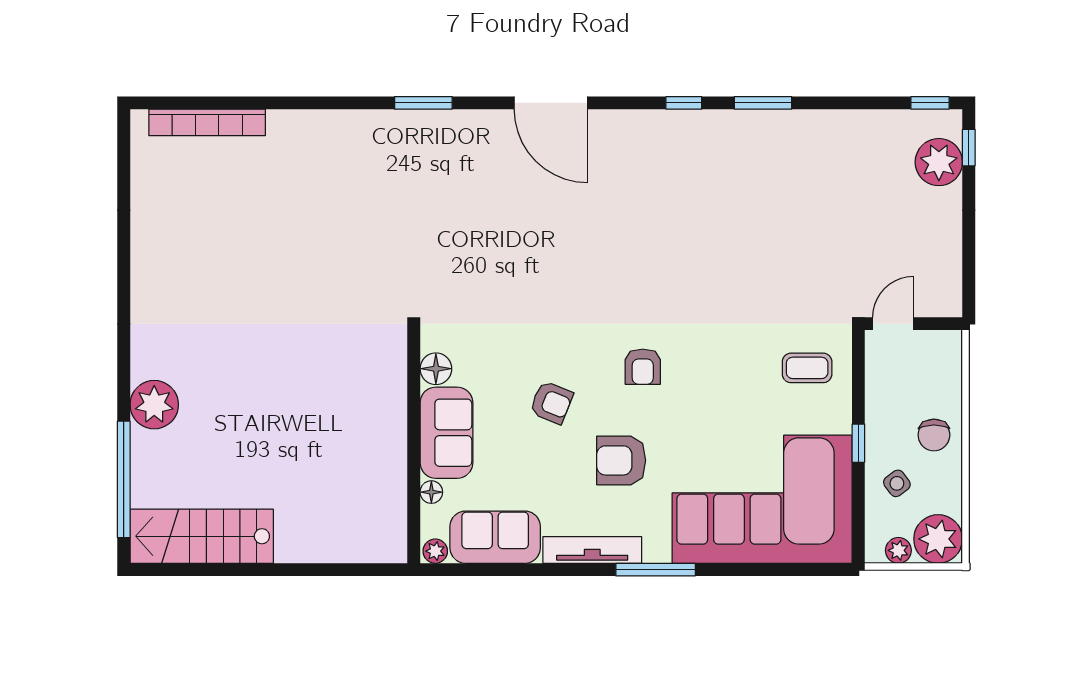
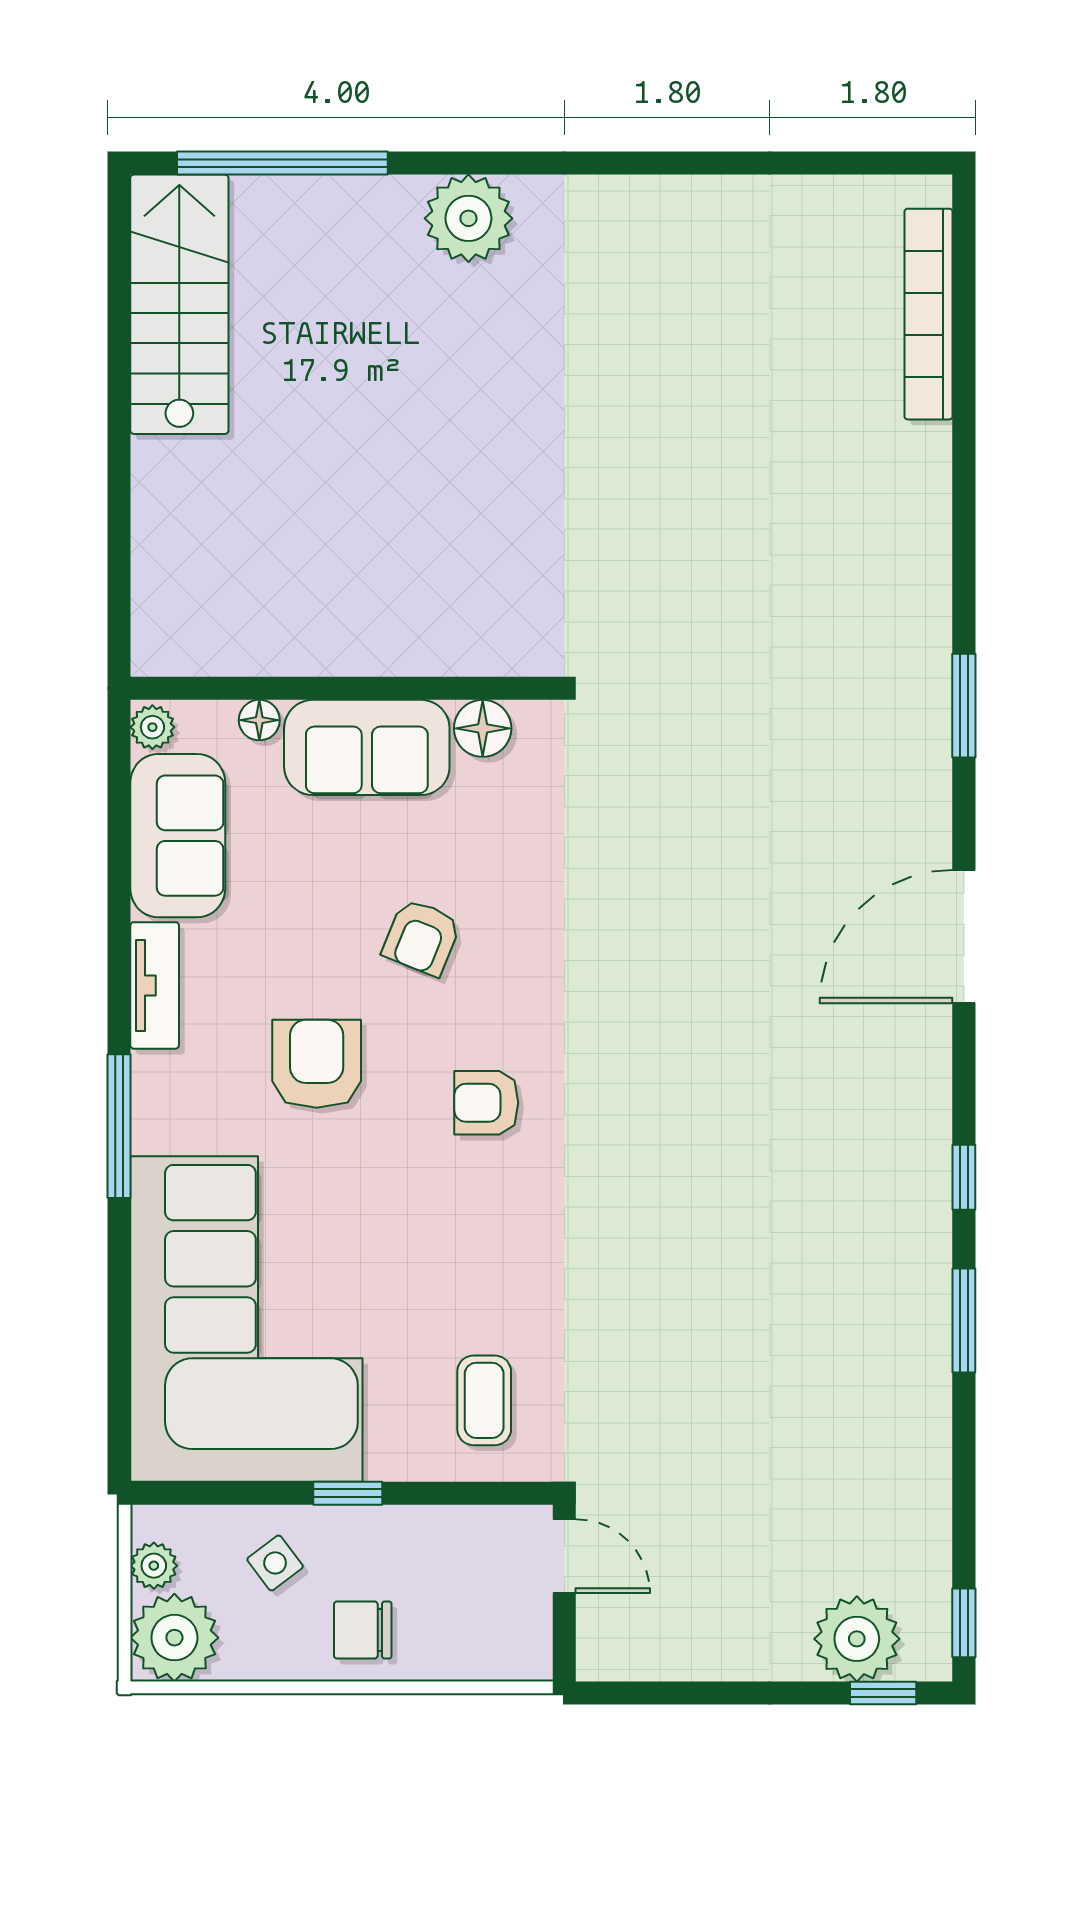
plant: (154, 405) -> (468, 218), moved
tv unit: (592, 550) -> (155, 985), width x0.71

